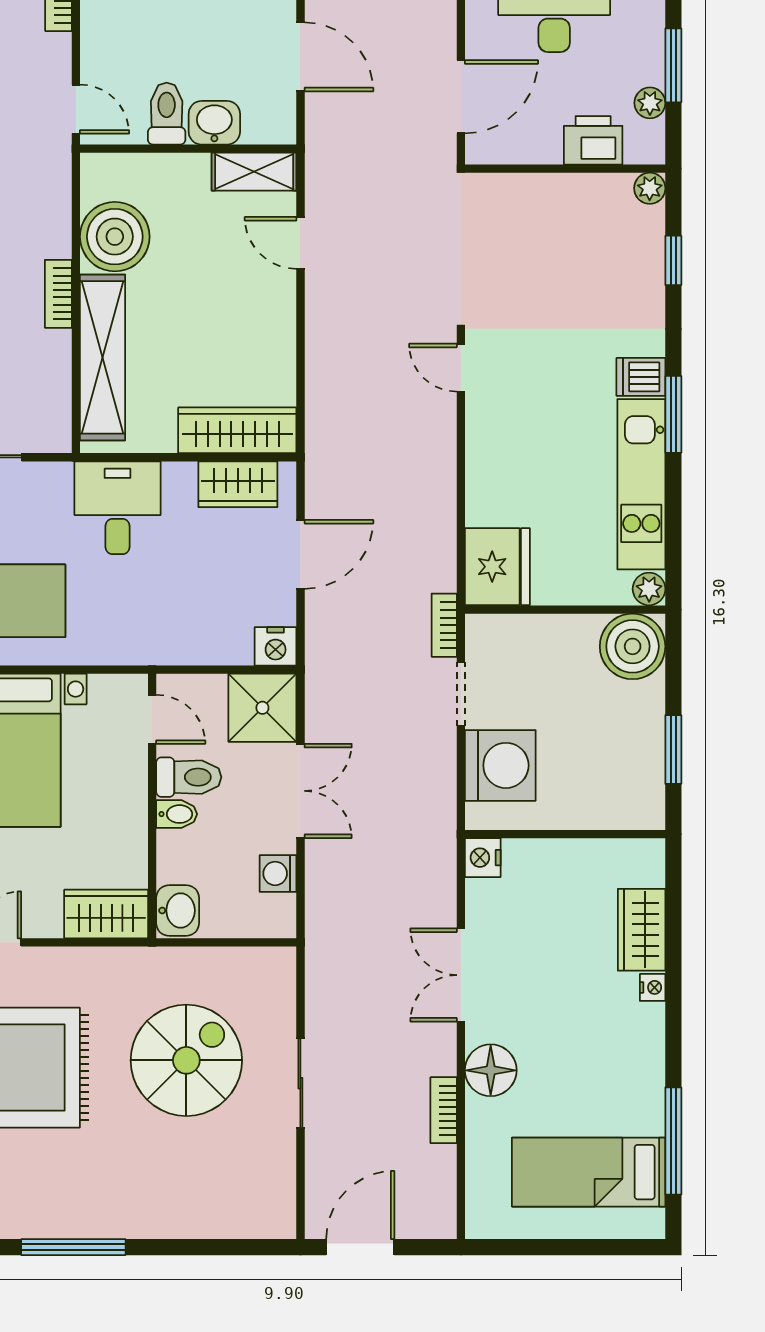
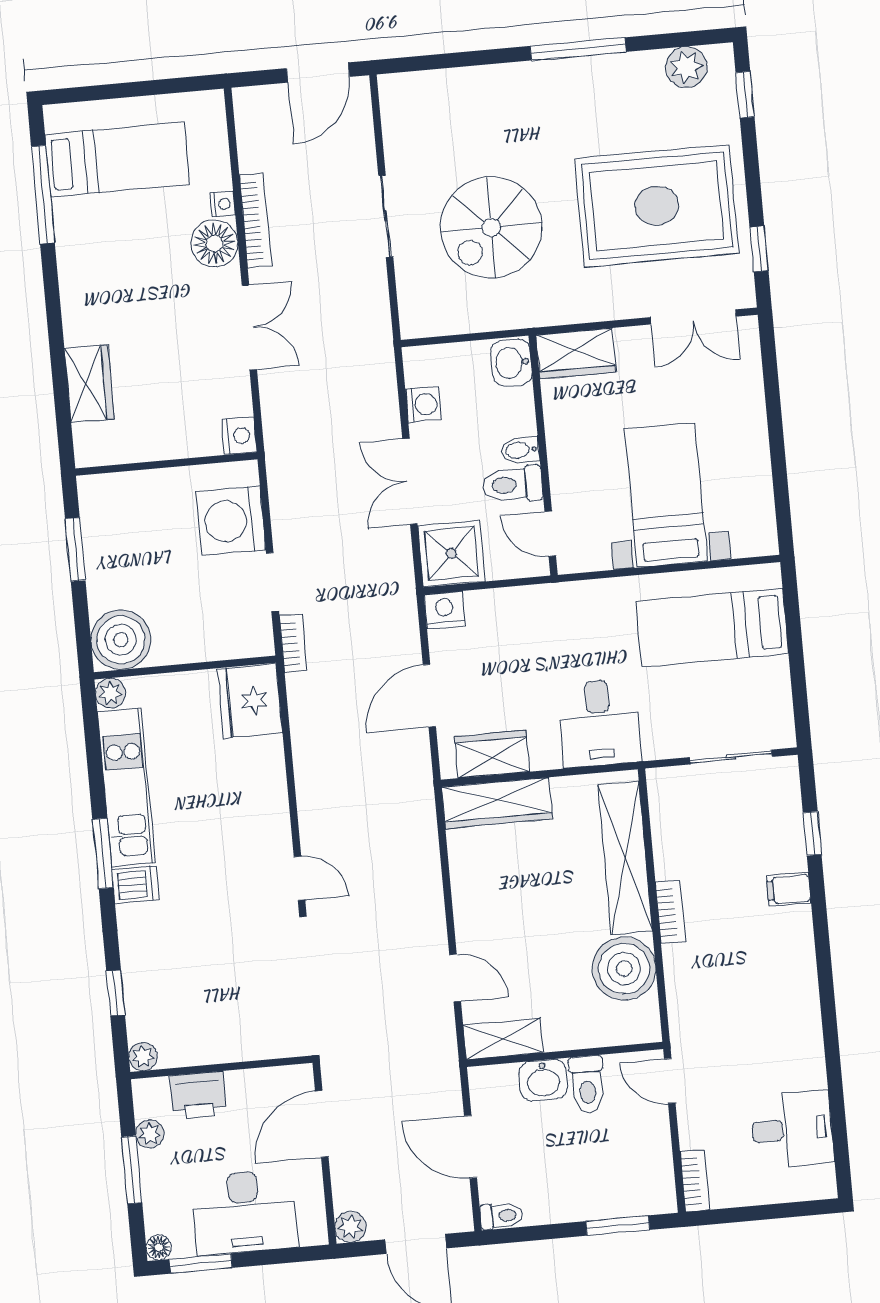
nightstand: (653, 987) -> (223, 204), moved, turned 180
bookcase: (444, 1110) -> (255, 220), width x1.56

